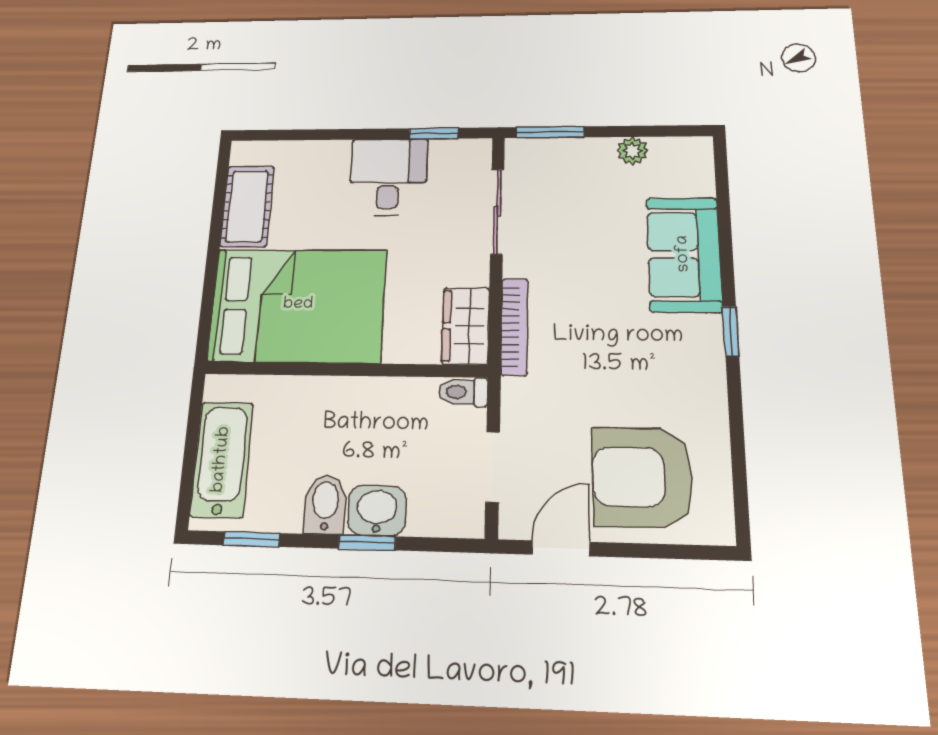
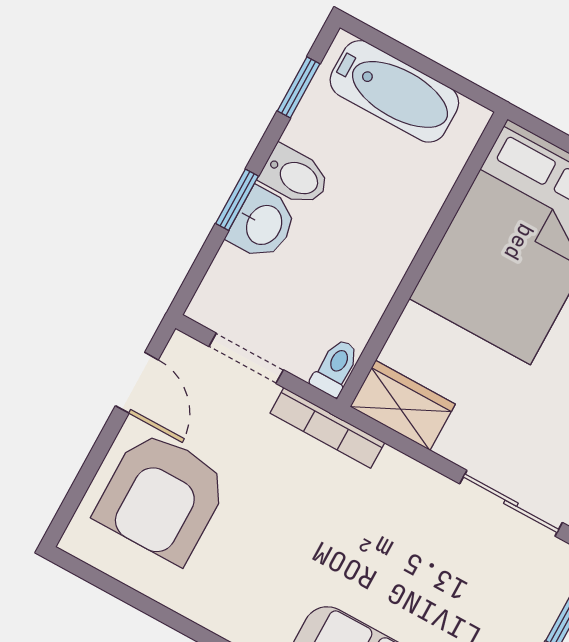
bookcase: (514, 327) -> (327, 428), moved
armchair: (642, 477) -> (162, 497), turned 180

